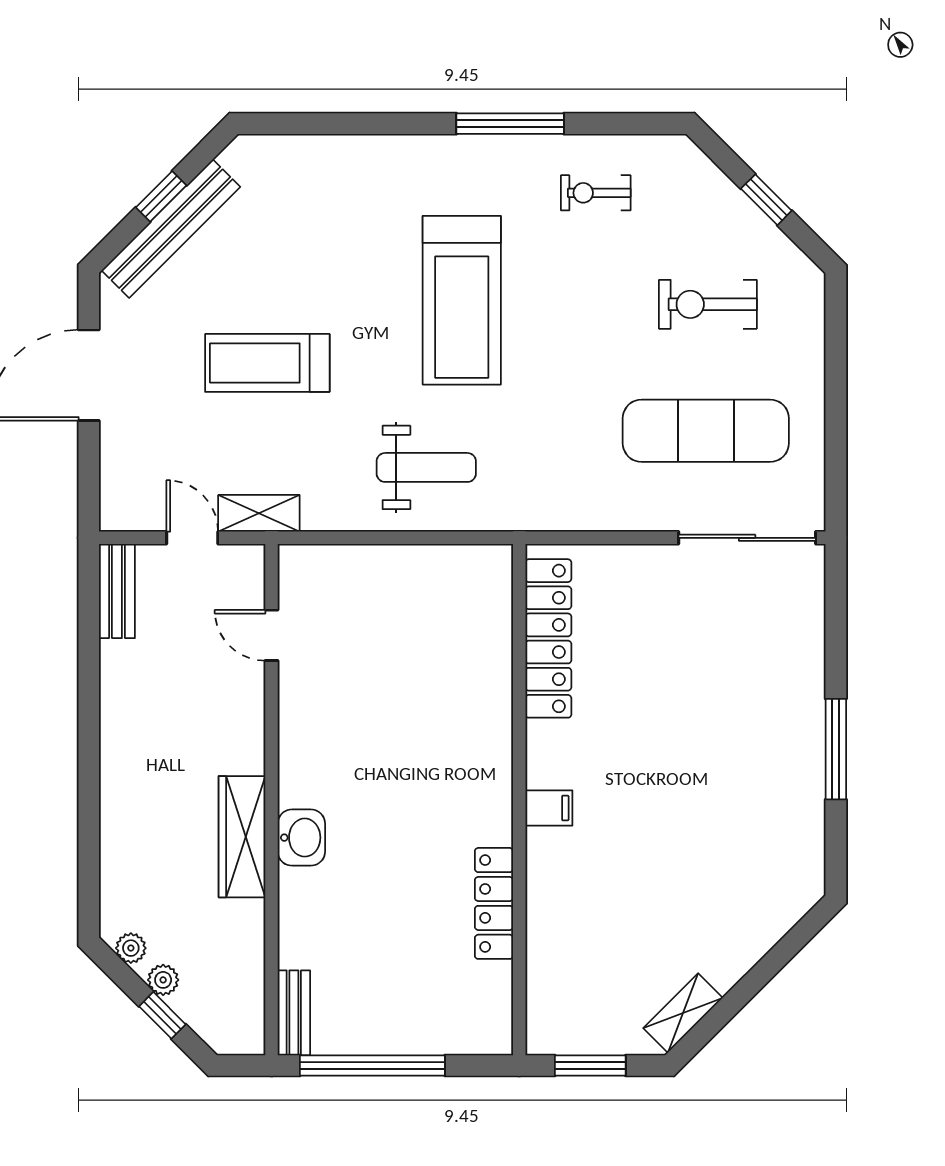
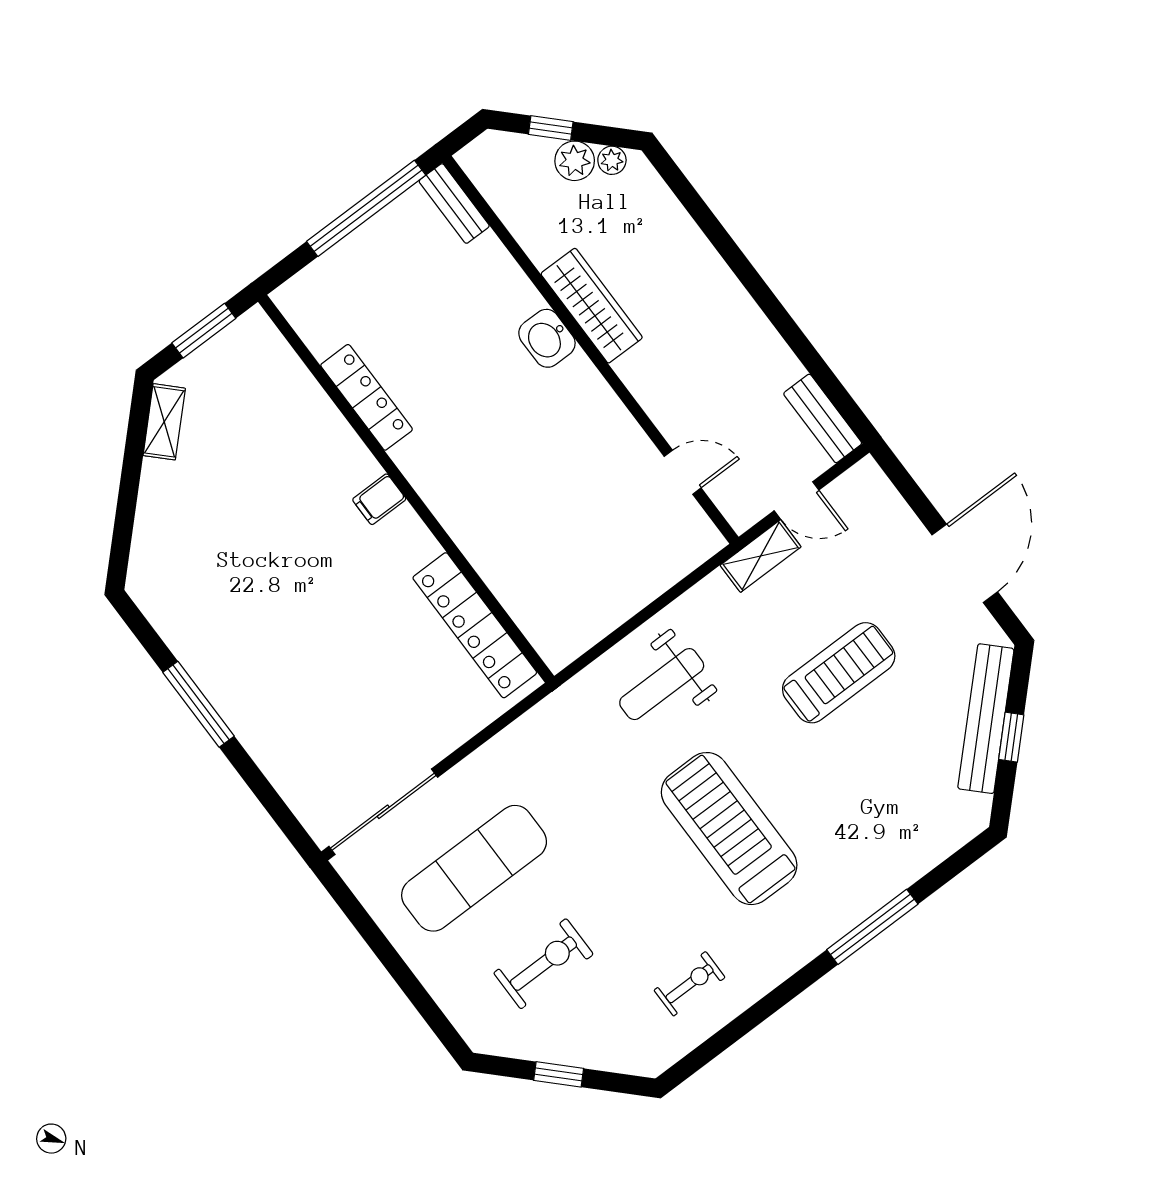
window: (510, 124) -> (872, 927), moved
plant: (163, 980) -> (575, 161), width x1.38, depth x1.38

